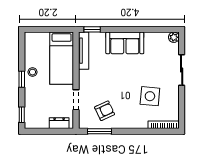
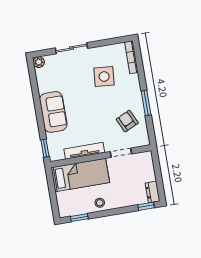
tv unit: (84, 51) -> (84, 151), moved
window: (22, 79) -> (79, 218), moved
dresser: (59, 123) -> (153, 192), moved
window: (100, 131) -> (146, 103), moved

